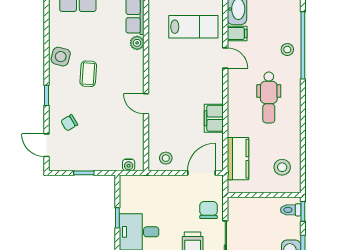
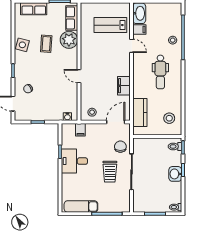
lab bench: (193, 27) -> (110, 25), turned 180
plant: (137, 43) -> (69, 40), width x1.87, depth x1.87
coffee table: (88, 74) -> (46, 44), moved
filing cabinet: (148, 185) -> (80, 130), added

